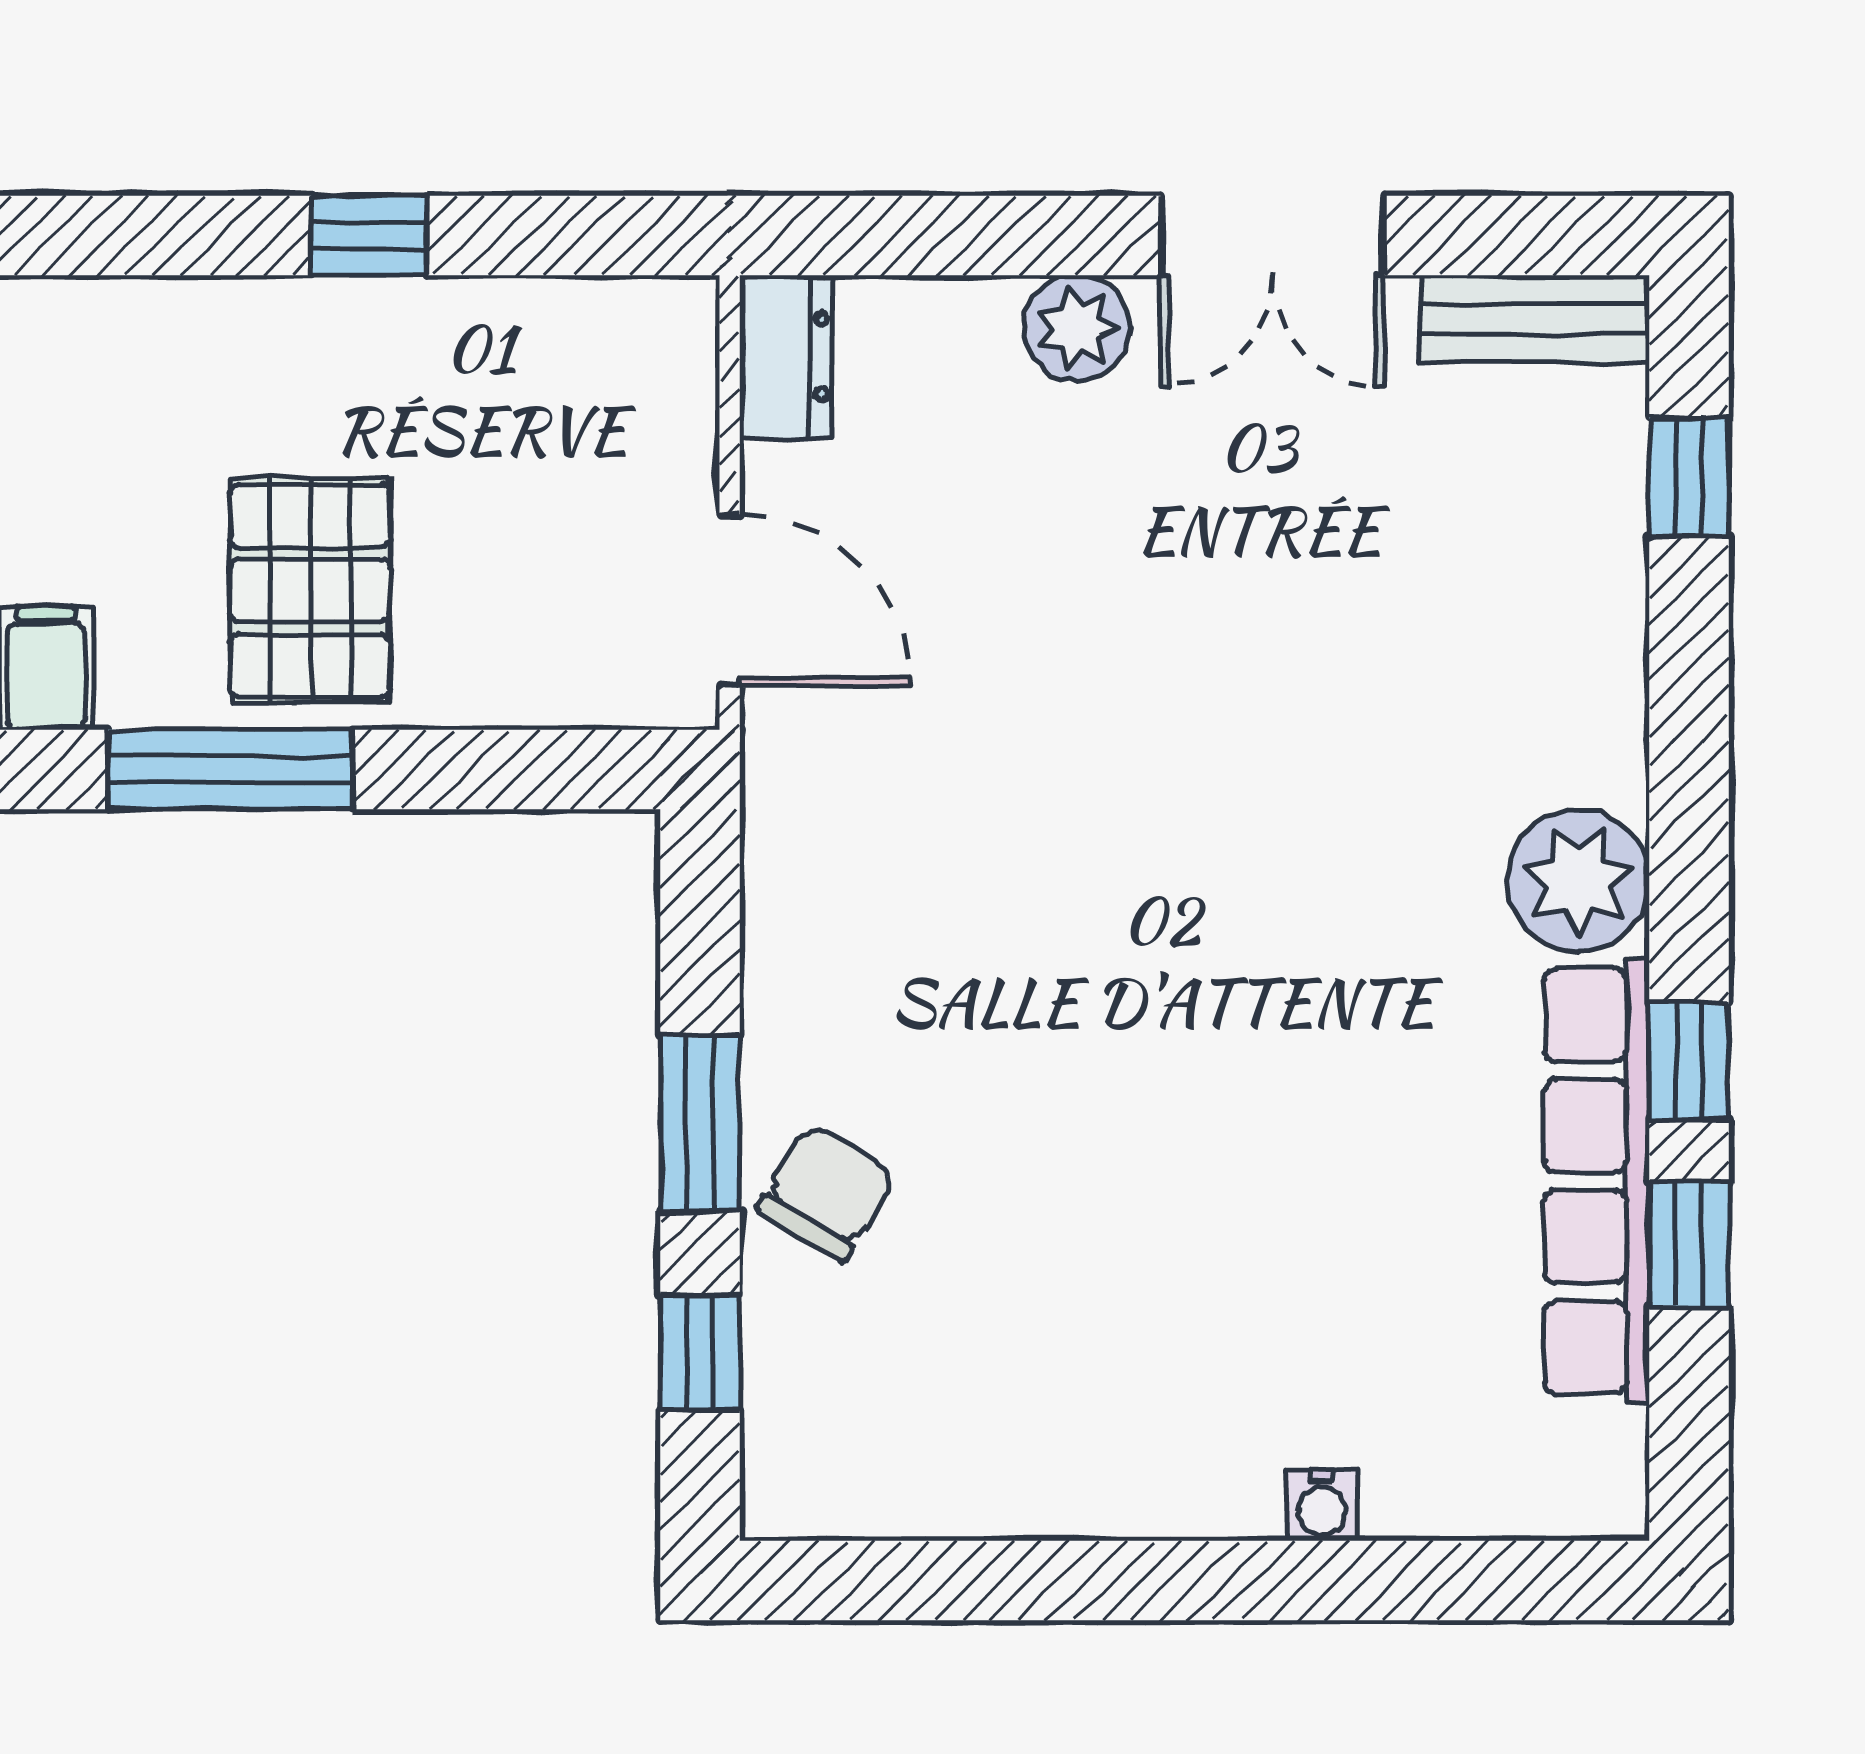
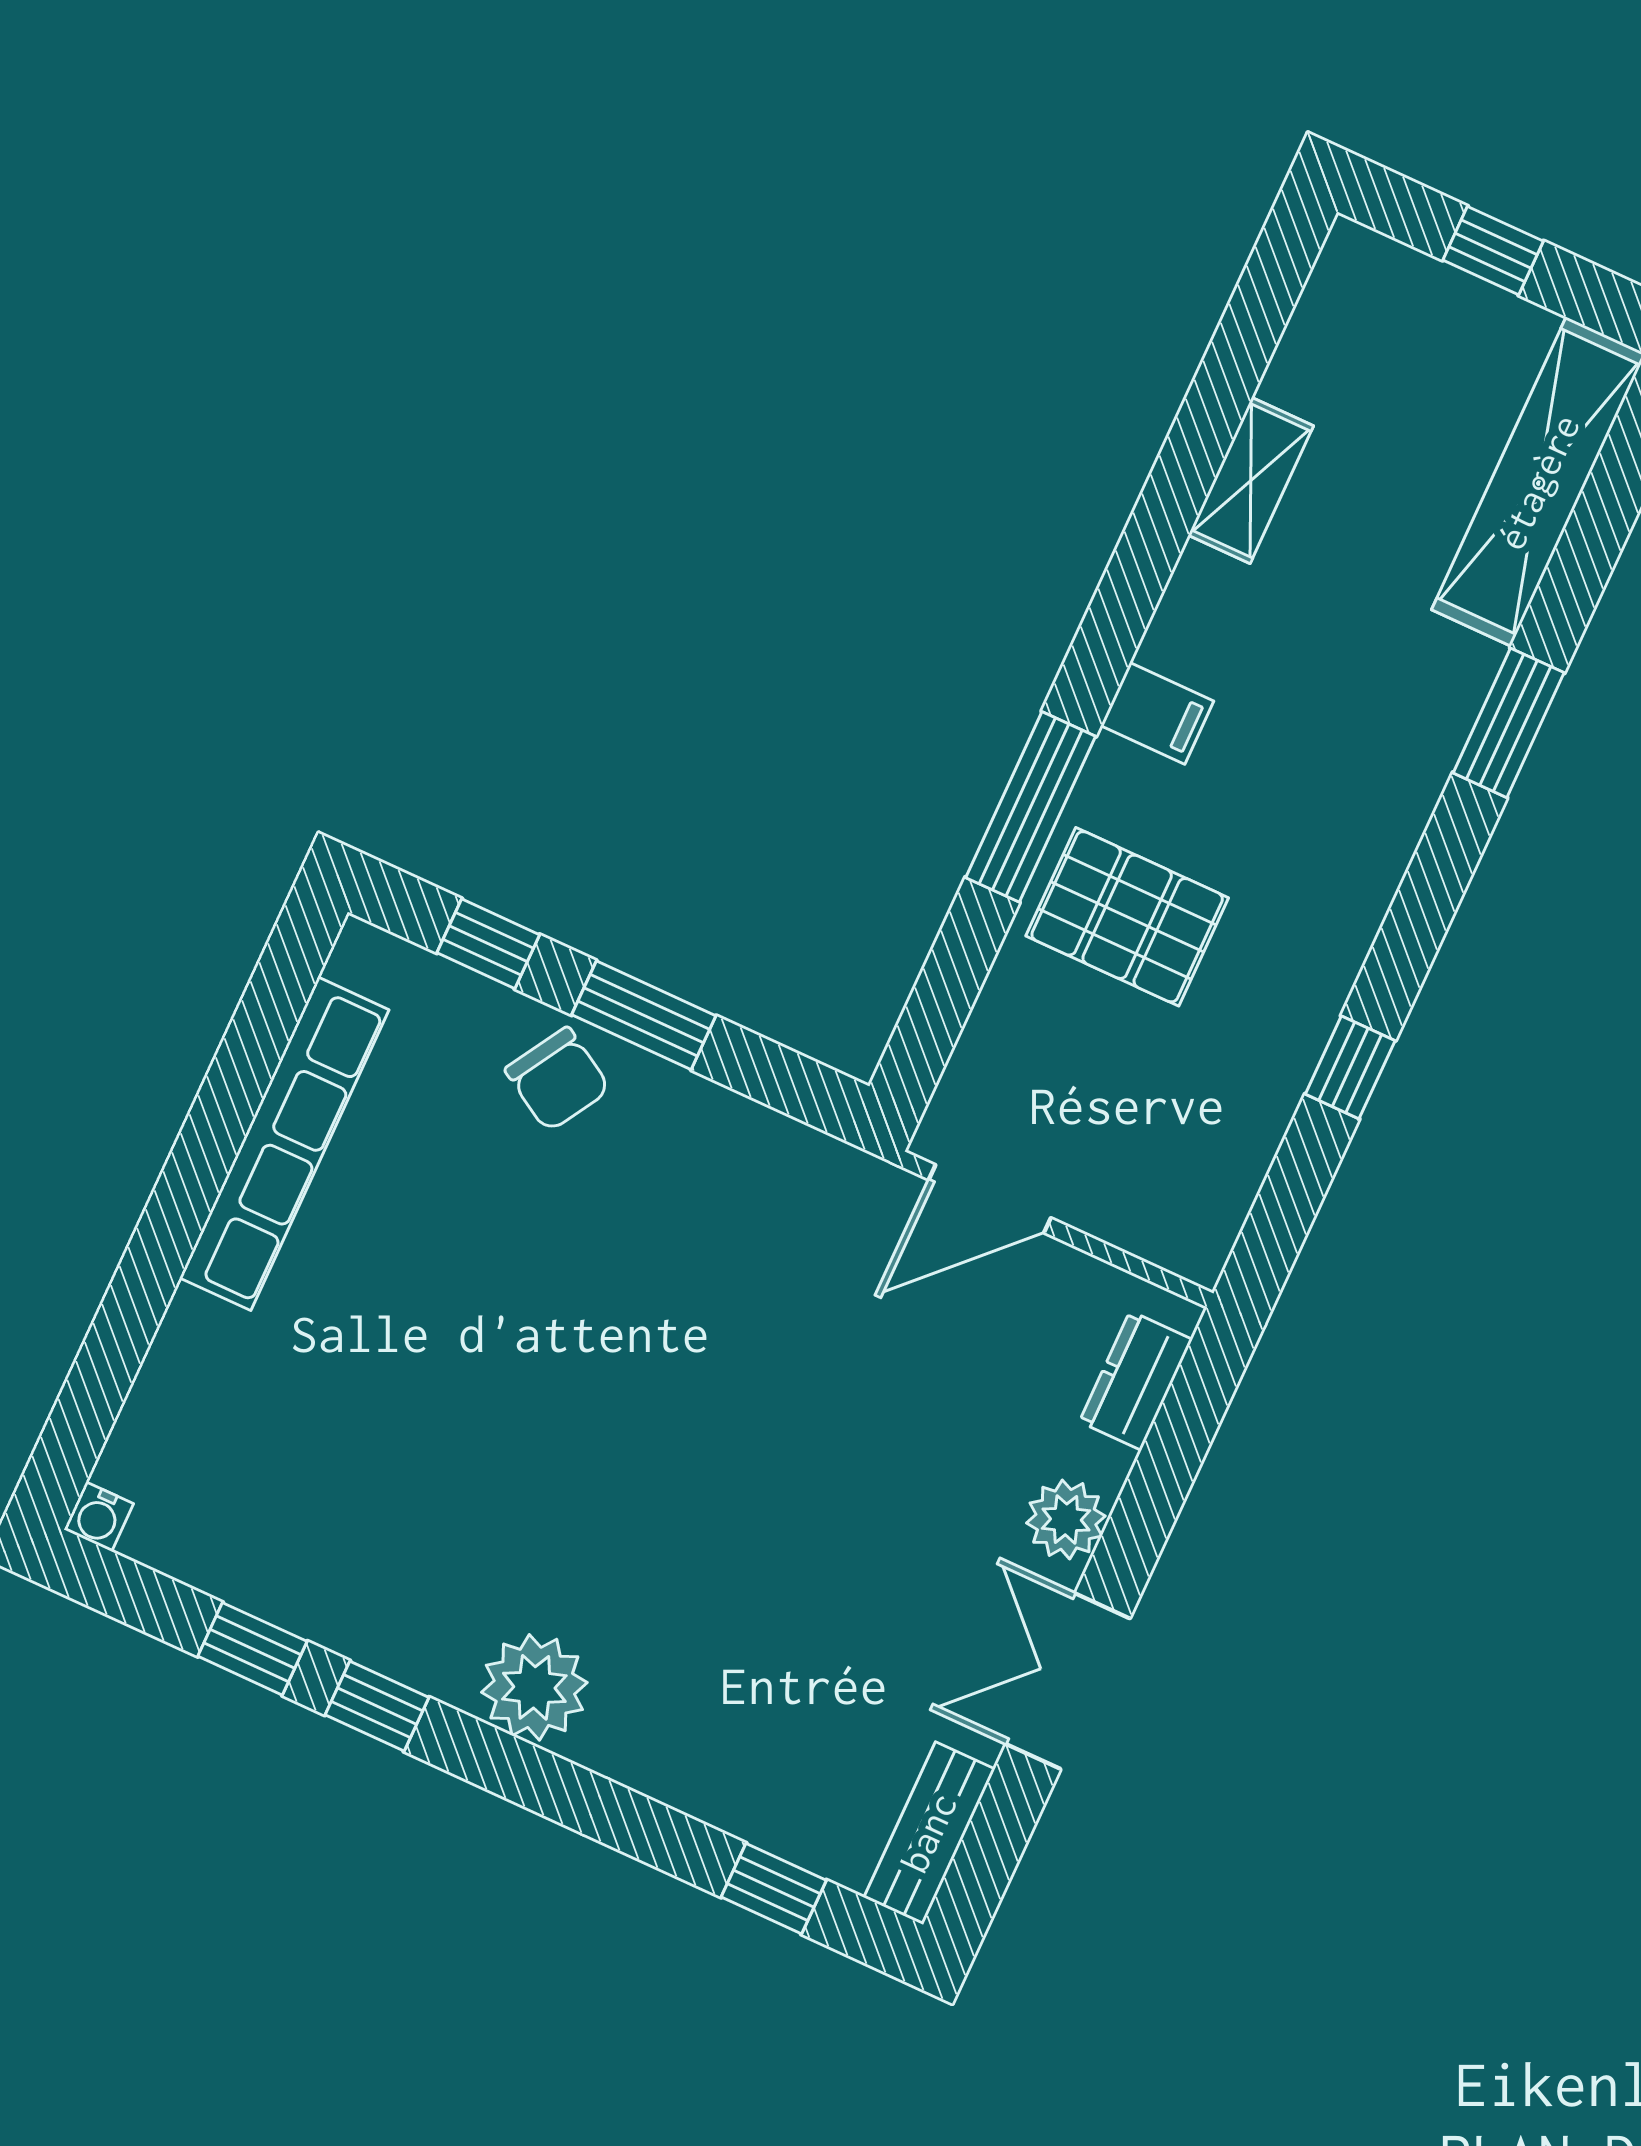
dresser: (786, 357) -> (1136, 1381), moved, turned 90
row of seats: (1597, 1181) -> (284, 1144), moved, turned 90
water cooler: (1322, 1506) -> (99, 1517), moved, turned -90

